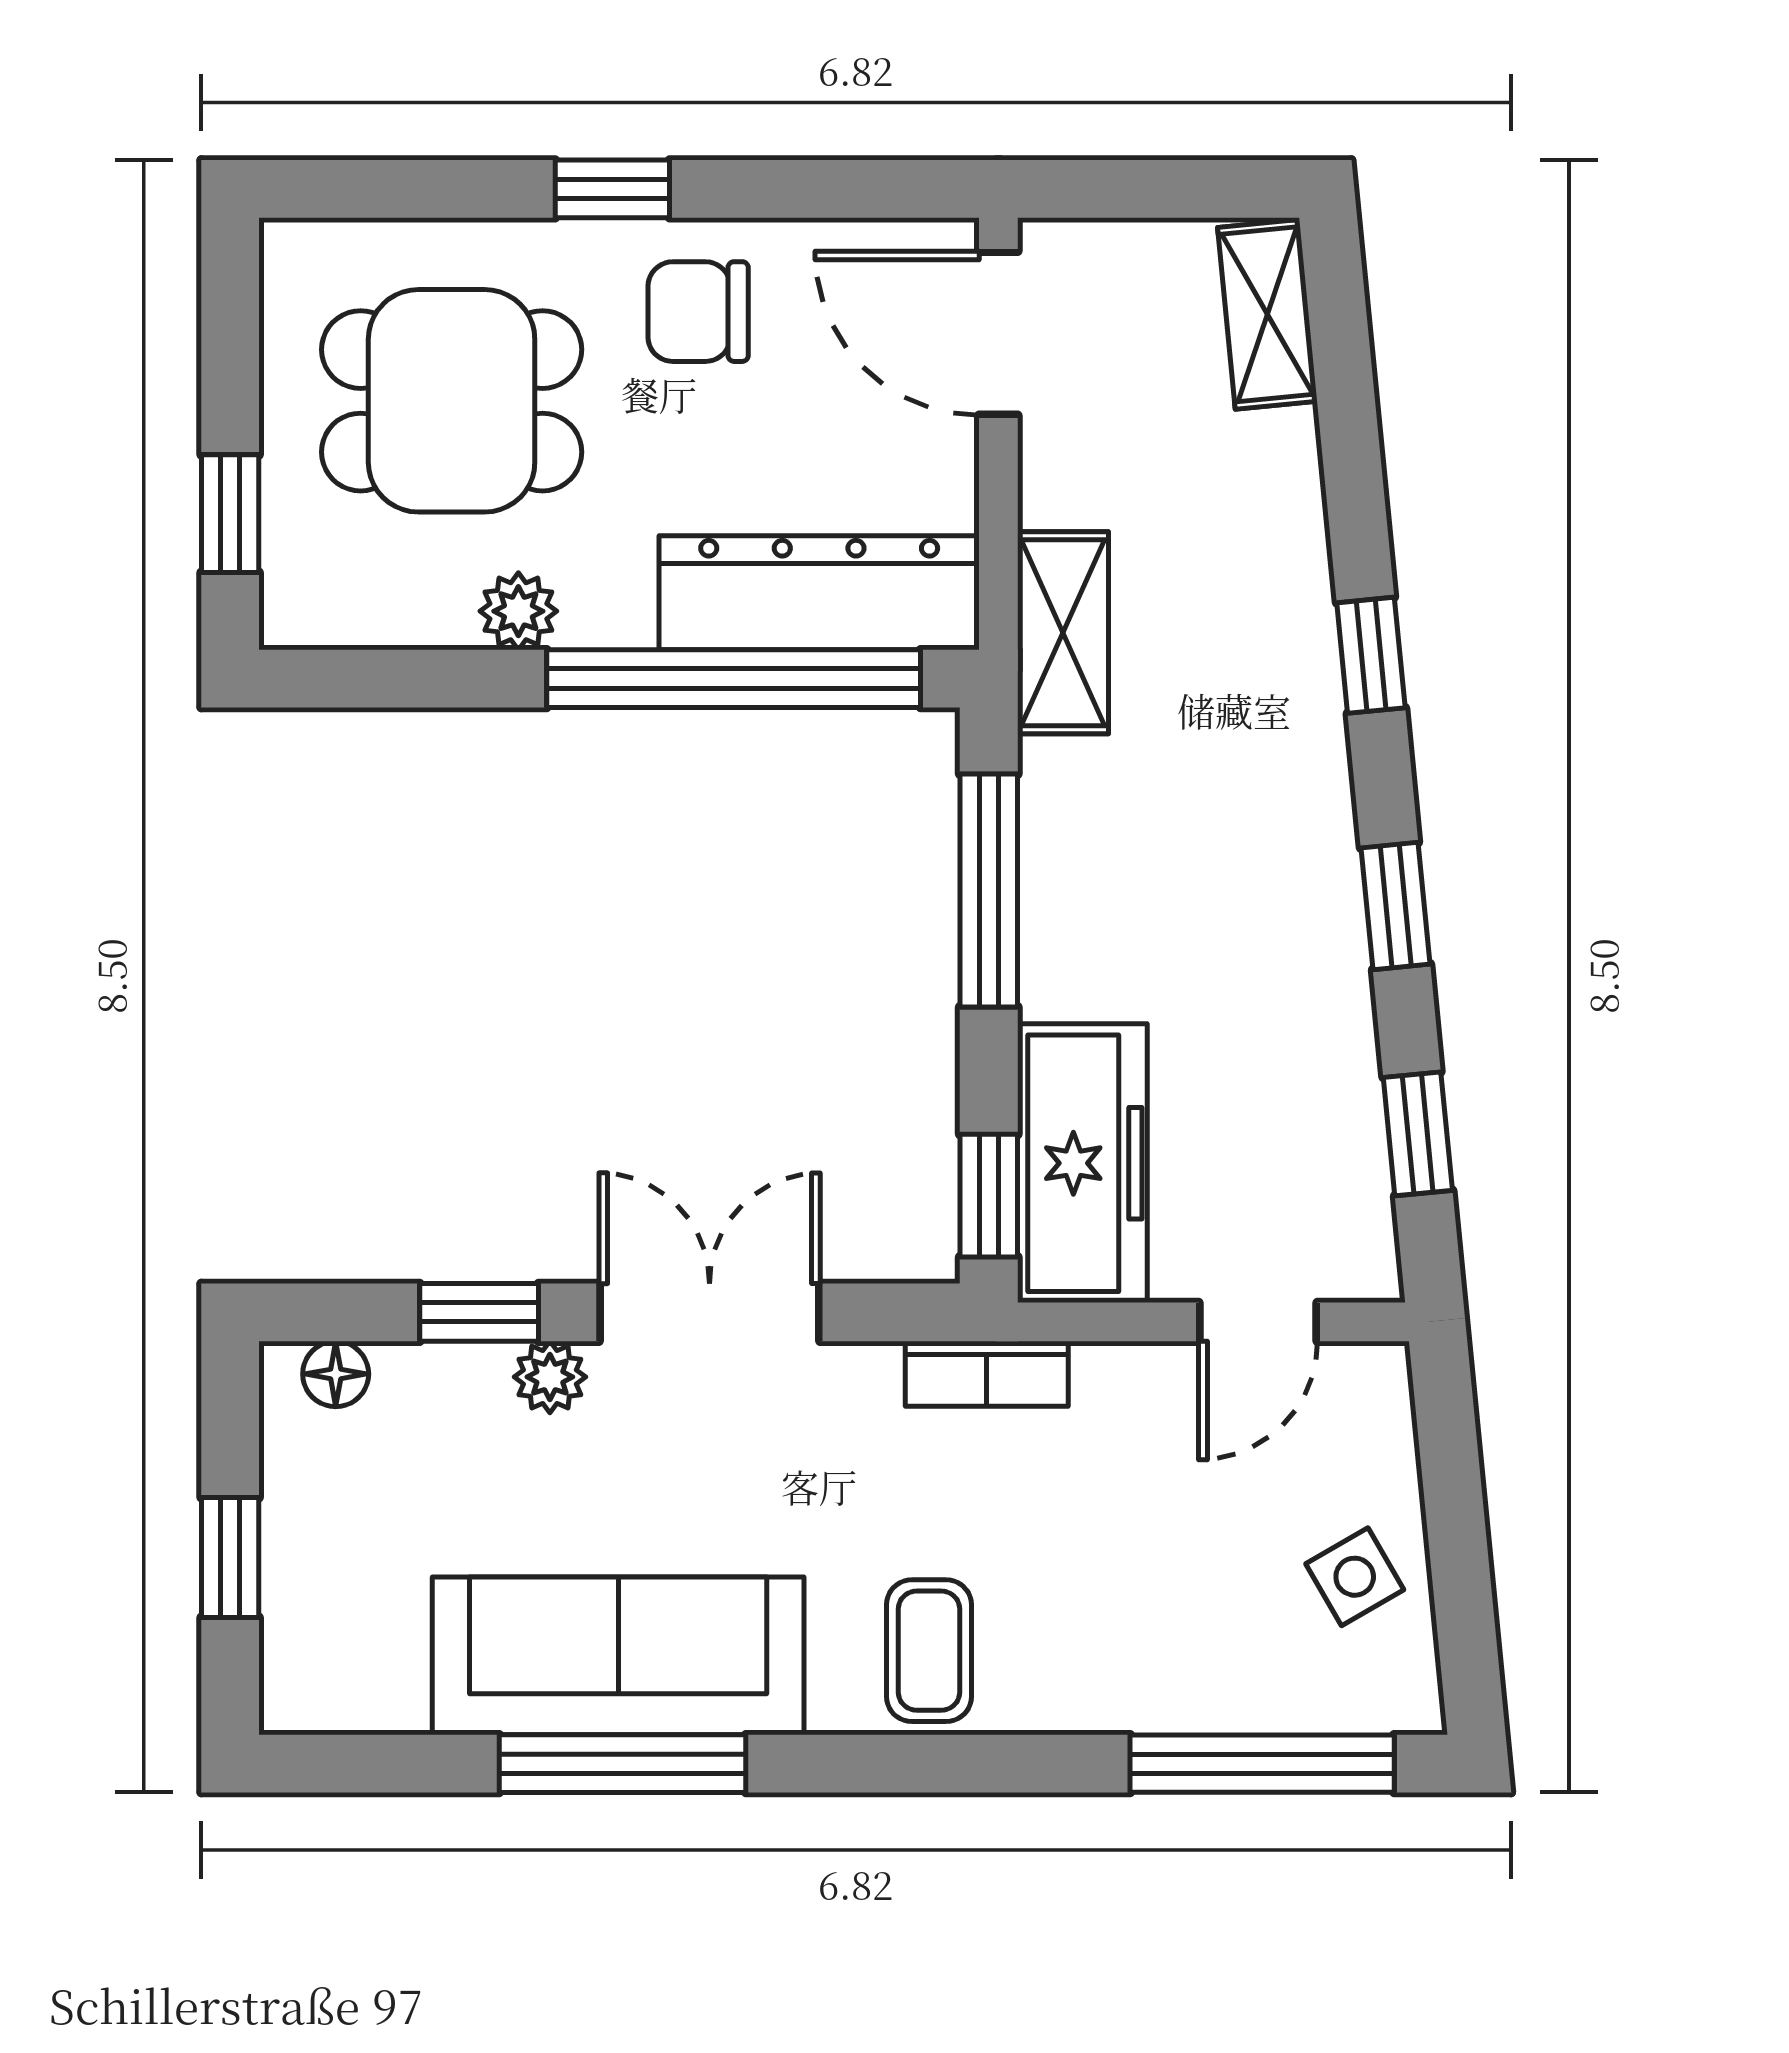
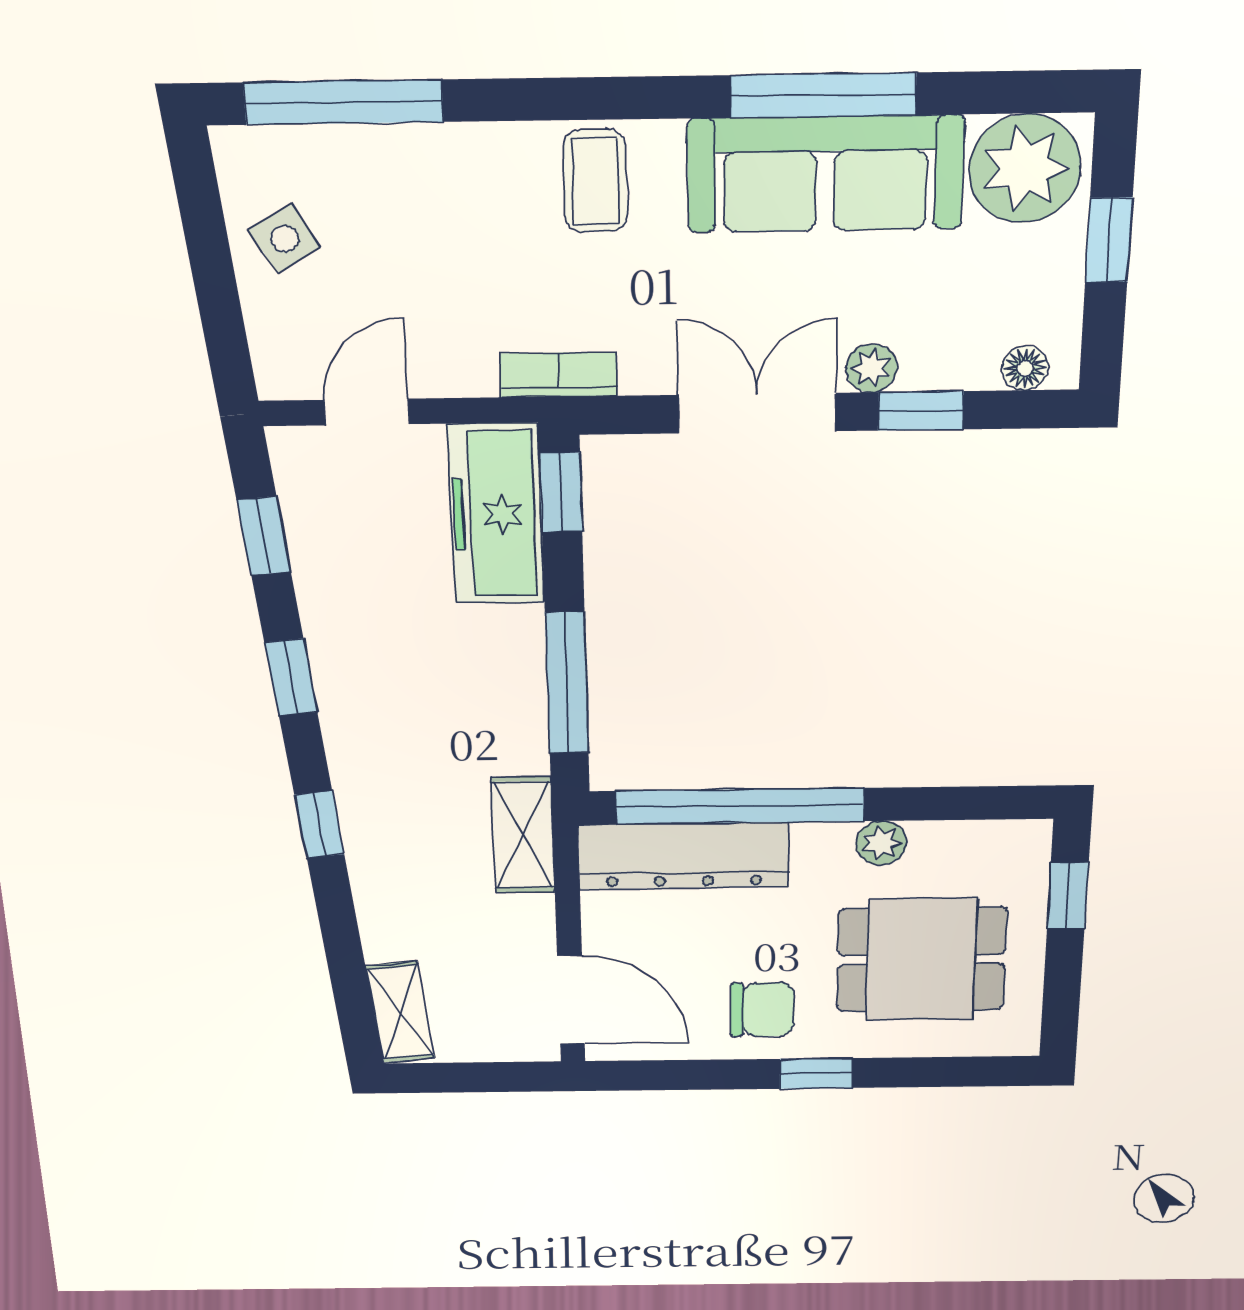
double door: (710, 1312) -> (757, 413), swing flipped
plant: (349, 1660) -> (1025, 168), added

